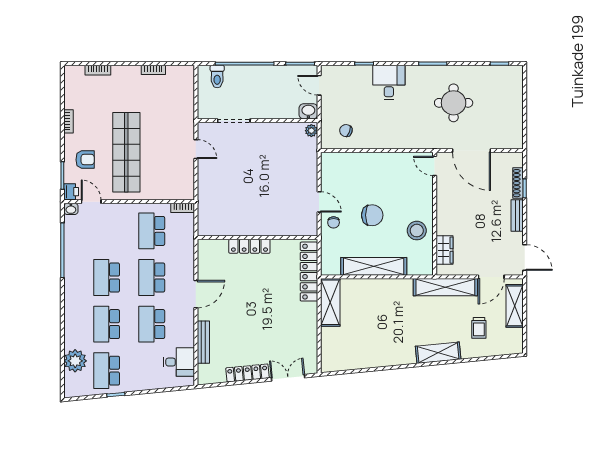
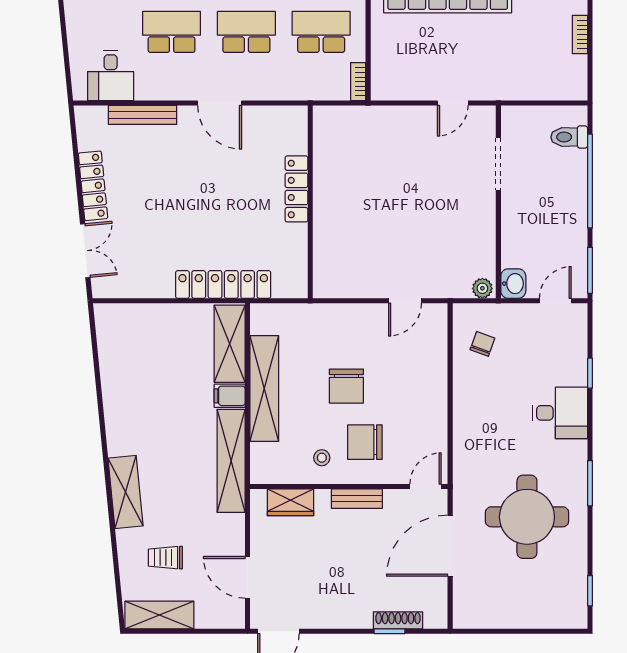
round table: (454, 103) -> (527, 517), width x1.36, depth x1.36
door: (319, 202) -> (405, 301), moved
bench: (517, 216) -> (357, 499), moved
chair: (334, 222) -> (365, 442), moved, width x1.87, depth x1.87
stool: (417, 231) -> (322, 458), width x0.53, depth x0.53
locker: (309, 272) -> (223, 285), moved
shelving: (445, 287) -> (231, 461), moved
filing cabinet: (378, 288) -> (230, 396), added
shelving: (330, 302) -> (230, 344), moved, turned 90
shelving: (515, 306) -> (159, 615), moved

